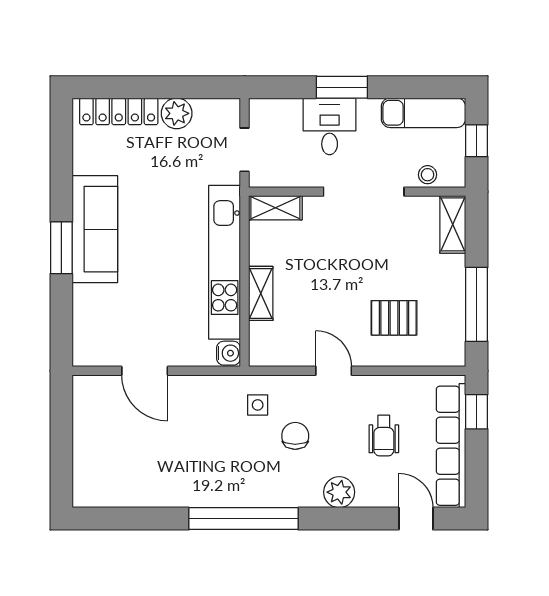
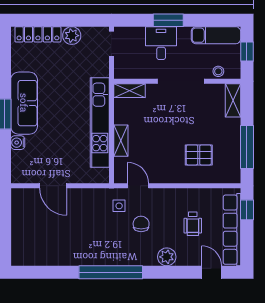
doorway: (245, 150) -> (111, 44), moved
water cooler: (229, 353) -> (18, 143), moved, turned 180
door: (334, 371) -> (138, 186), moved

